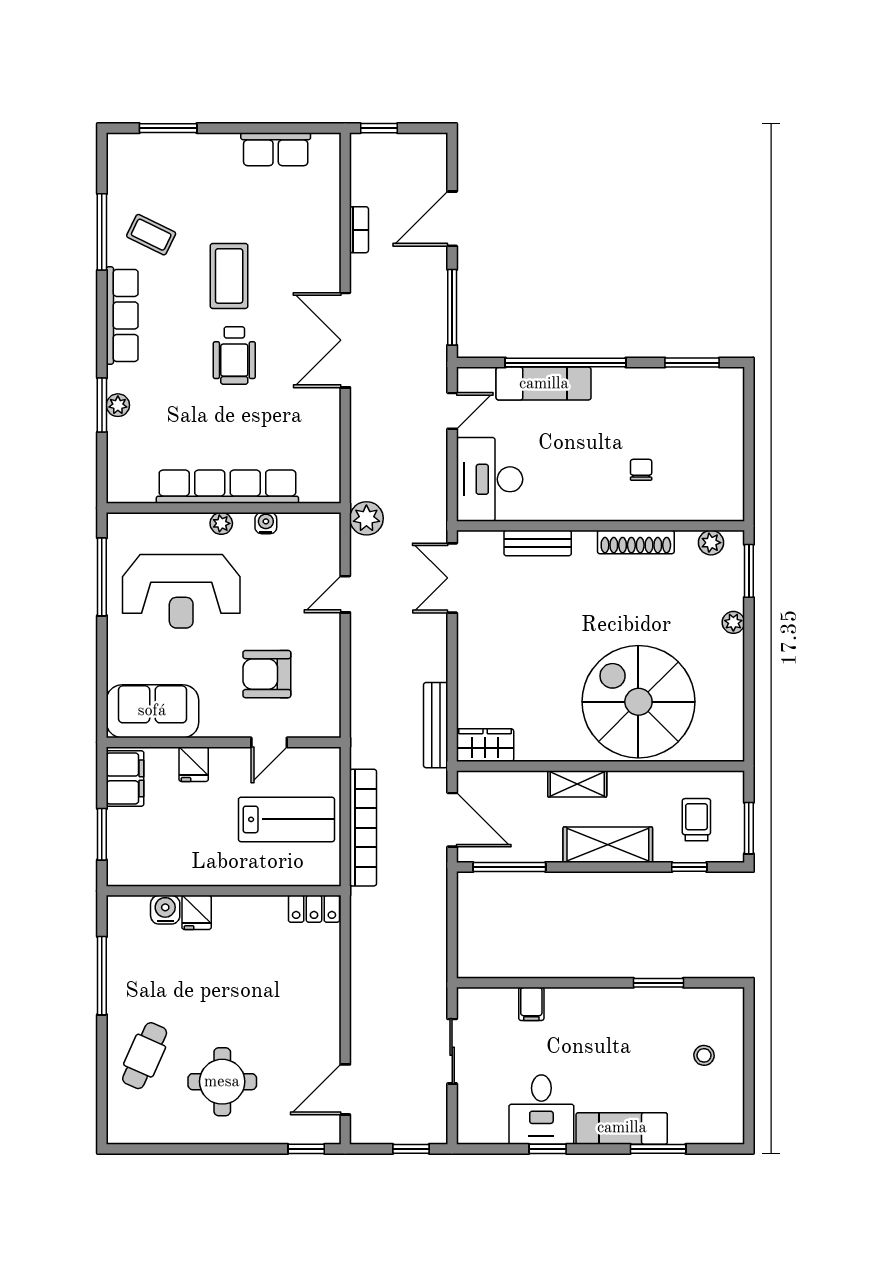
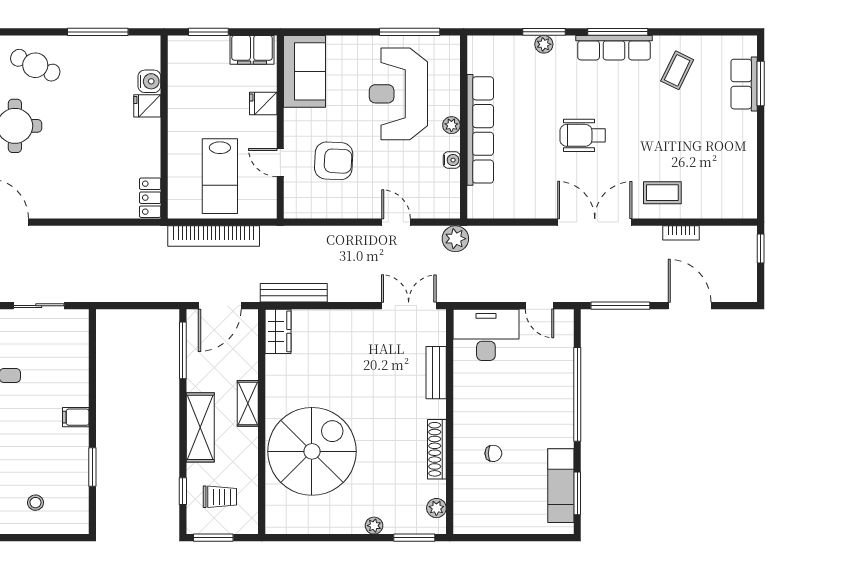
row of seats: (276, 149) -> (744, 84), moved
window: (102, 232) -> (618, 32), moved
coffee table: (229, 276) -> (662, 193), moved, width x0.73, depth x0.77
exam couch: (544, 384) -> (561, 486), moved
armchair: (267, 674) -> (334, 161), turned 93
filing cabinet: (531, 1004) -> (76, 417), moved

